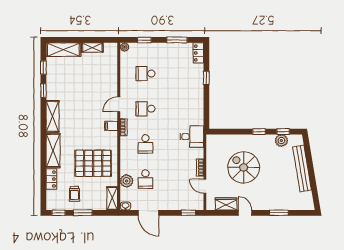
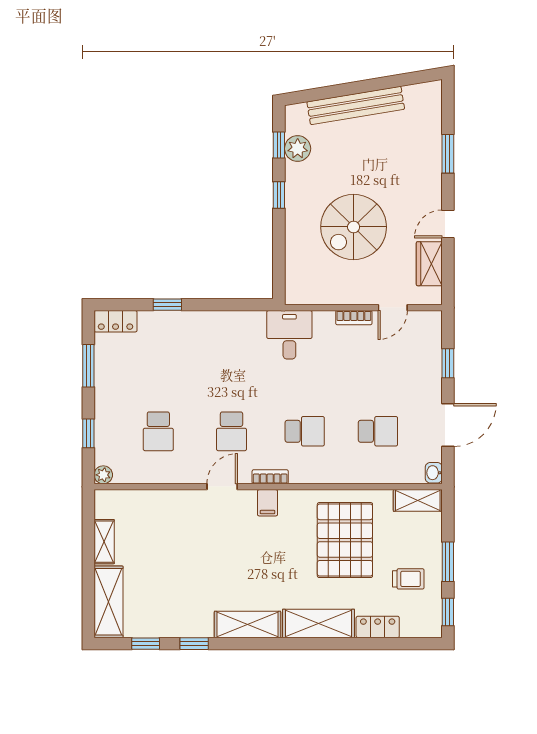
door: (119, 104) -> (222, 487), swing flipped
plant: (127, 181) -> (382, 471), removed
window: (188, 213) -> (448, 363), moved

